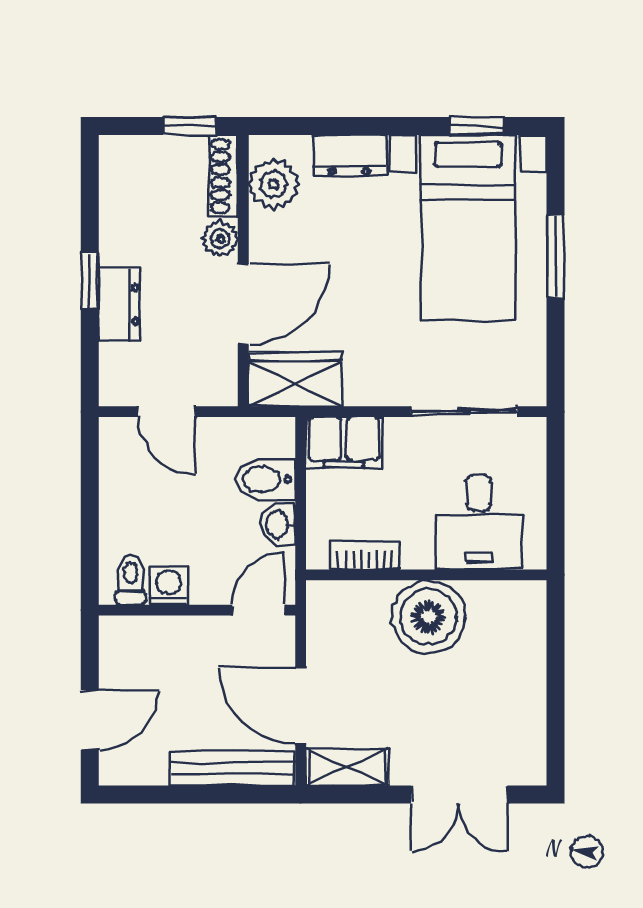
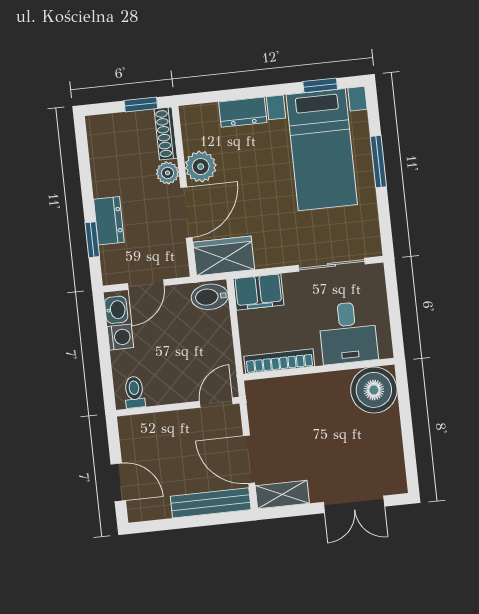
plant: (274, 184) -> (201, 167), moved
window: (90, 280) -> (92, 240), moved
door: (167, 412) -> (146, 285), hinge flipped
bidet: (266, 479) -> (210, 297), moved
washbasin: (278, 524) -> (116, 310), moved, turned 180
bookcase: (365, 555) -> (279, 361), width x1.56
washing machine: (169, 586) -> (120, 337), moved, turned 90
boiler: (429, 617) -> (374, 390), moved
door: (90, 720) -> (118, 482), hinge flipped

